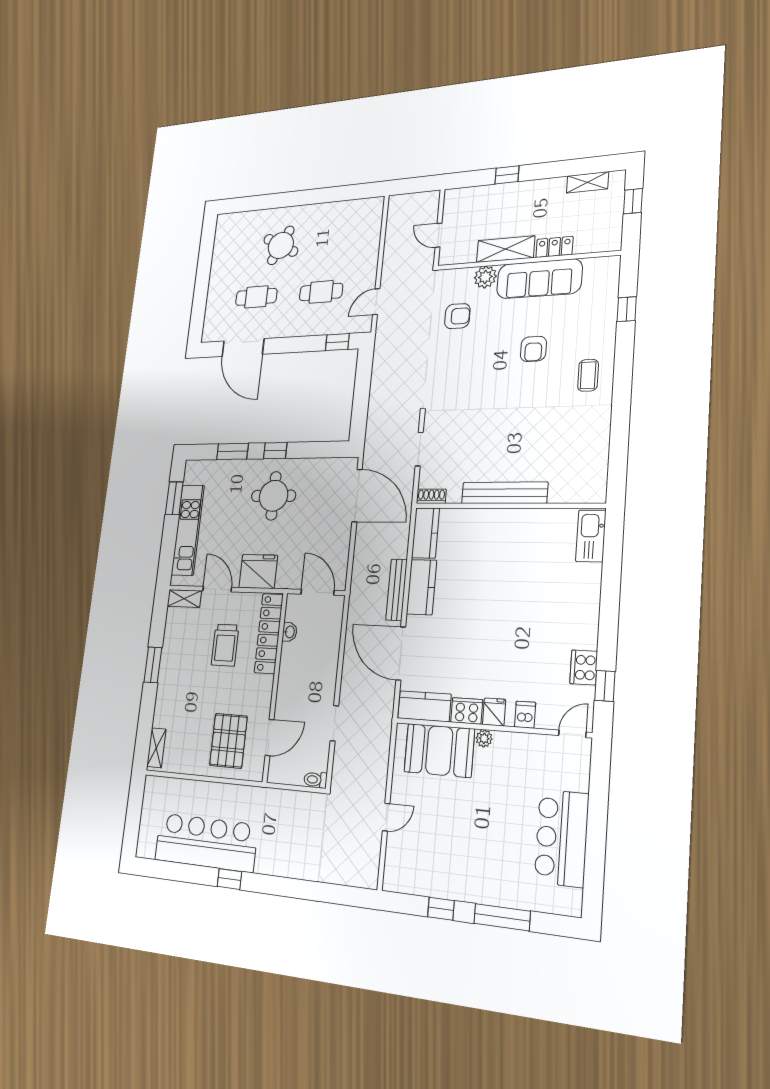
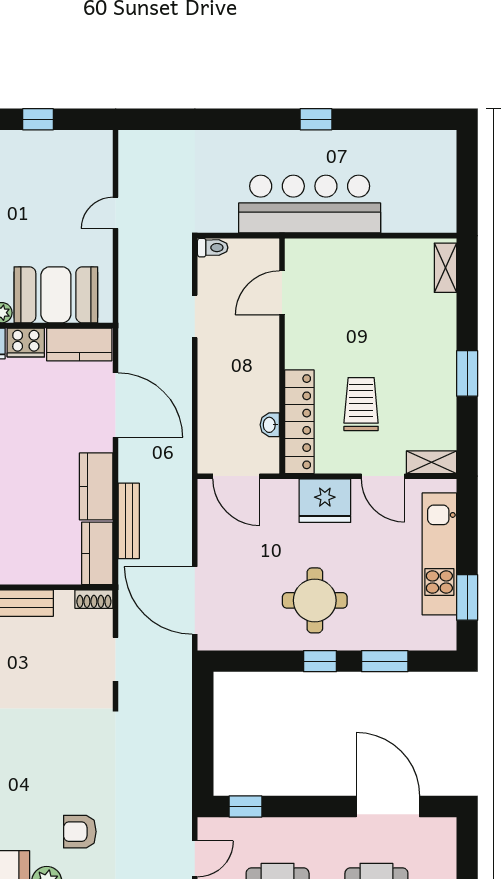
bench: (397, 590) -> (129, 521), moved
pallet: (228, 741) -> (340, 285), removed
bar counter: (206, 842) -> (310, 204), moved, turned 180

